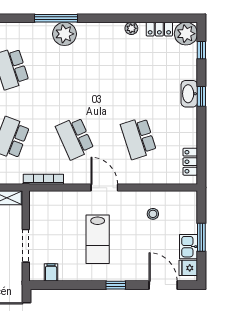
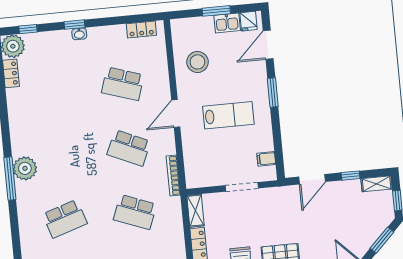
plant: (131, 28) -> (13, 102), removed
washbasin: (189, 94) -> (79, 34), width x0.52, depth x0.69
school desk: (75, 138) -> (129, 148), turned 48
school desk: (139, 138) -> (123, 84), turned 36
stool: (153, 214) -> (197, 62), width x1.89, depth x1.89
window: (116, 285) -> (273, 93), width x1.50

